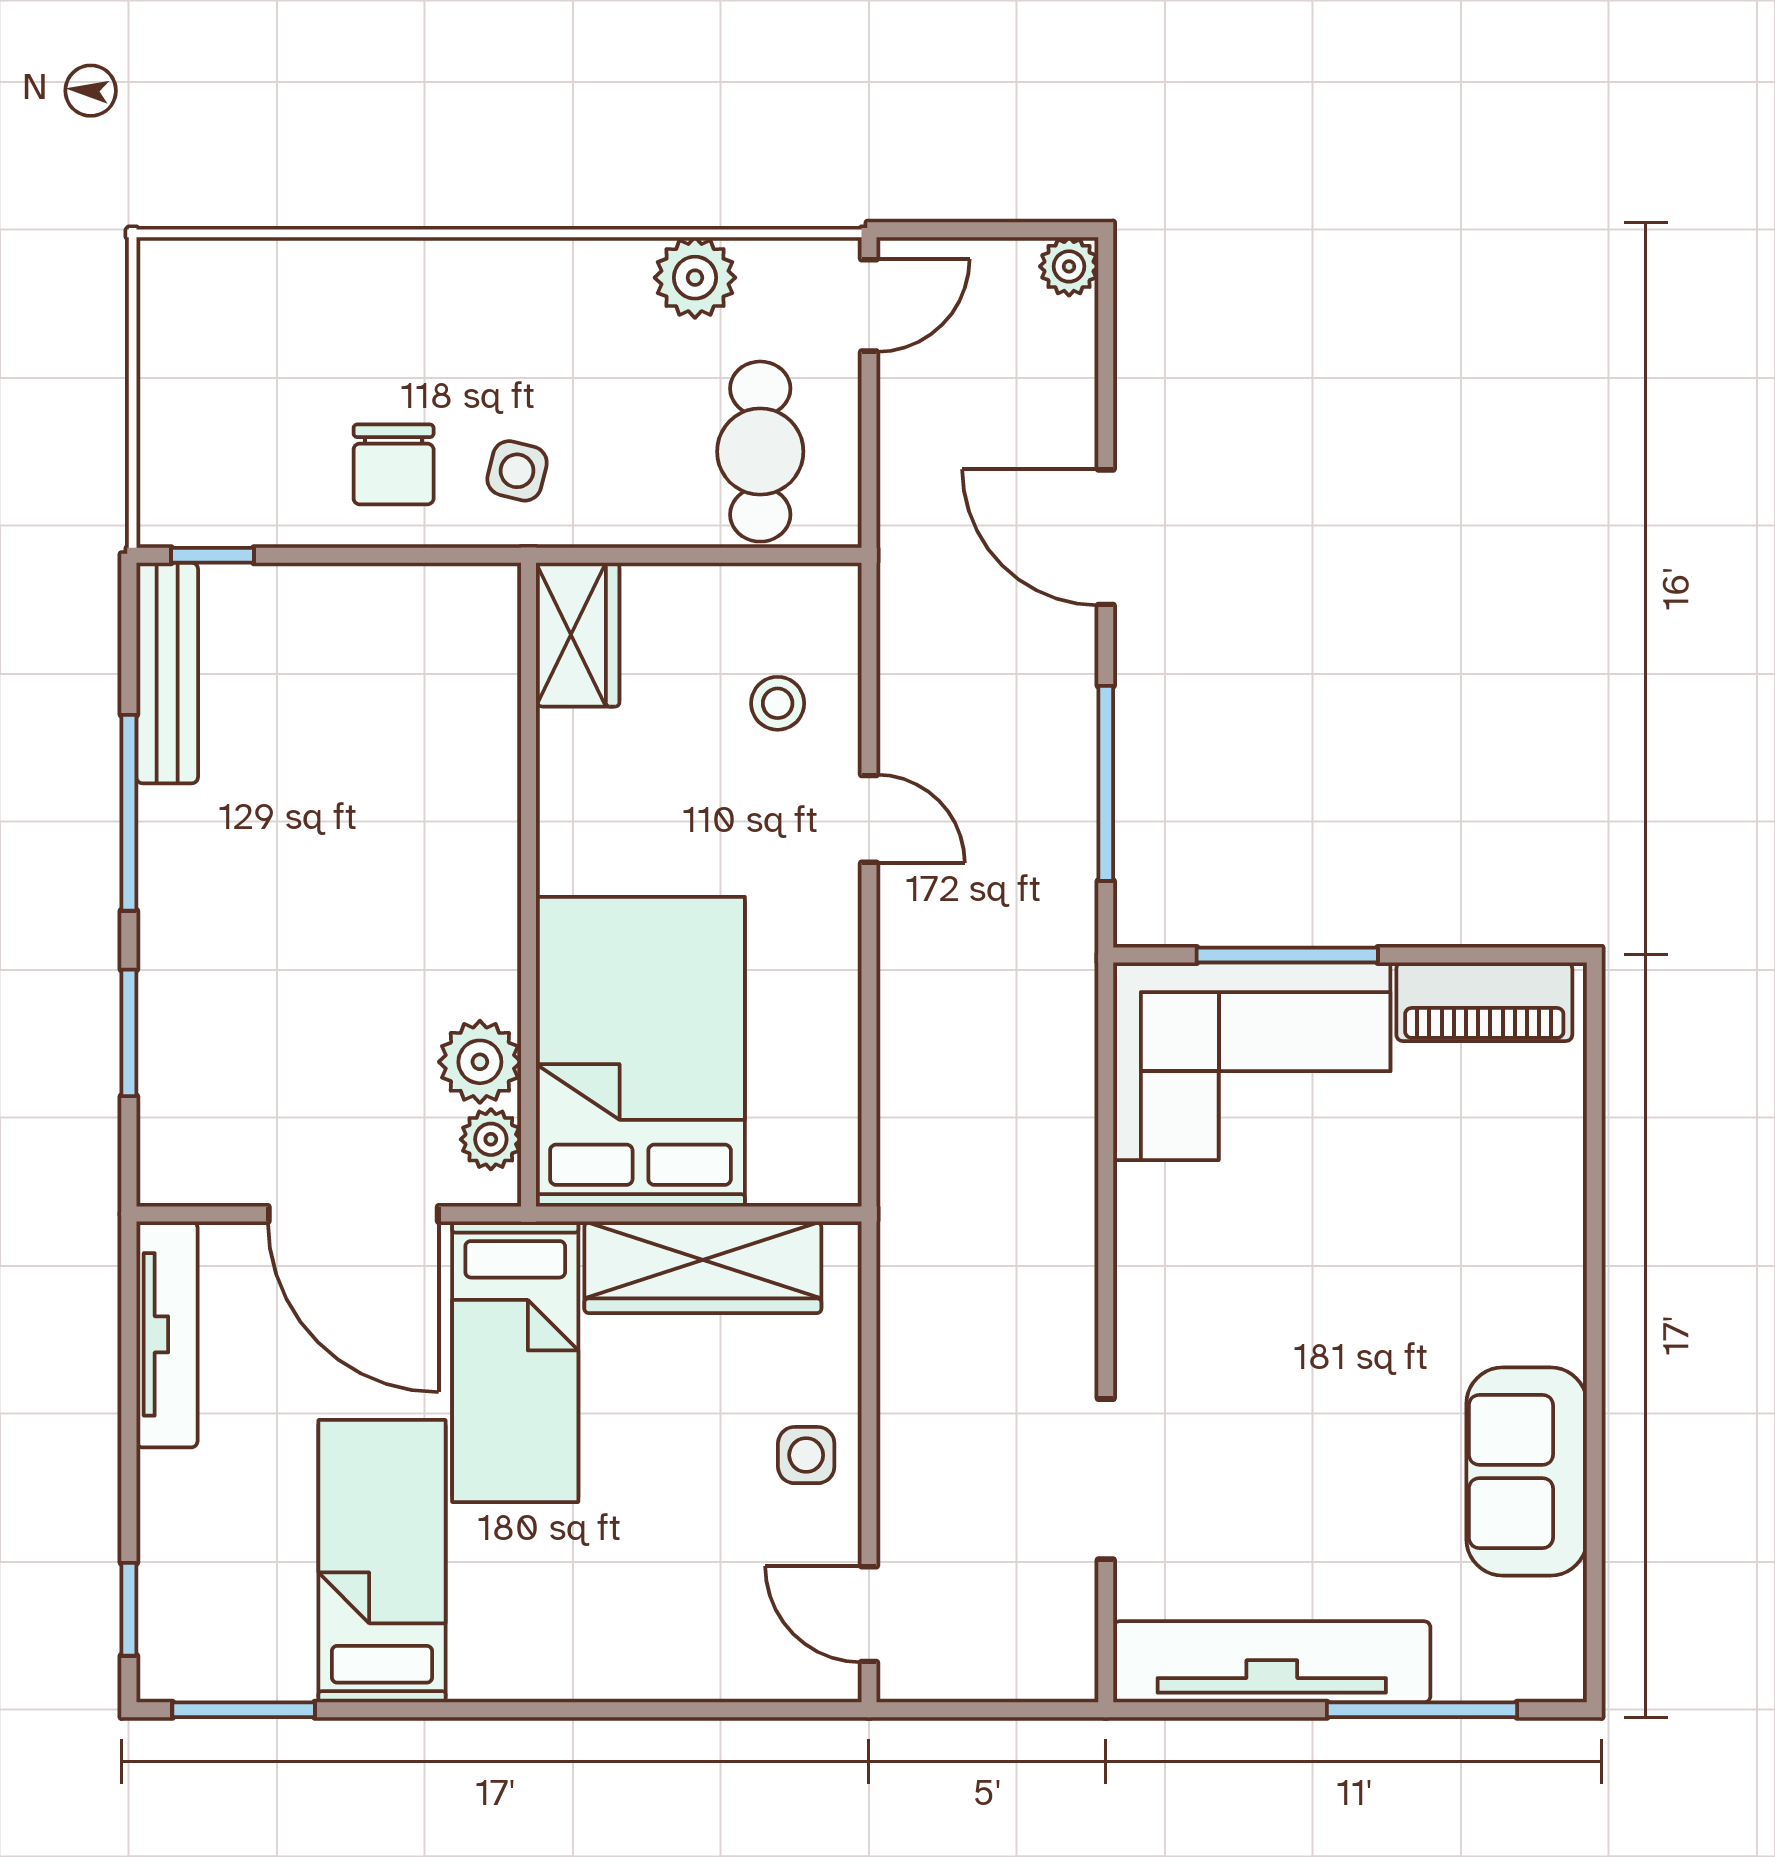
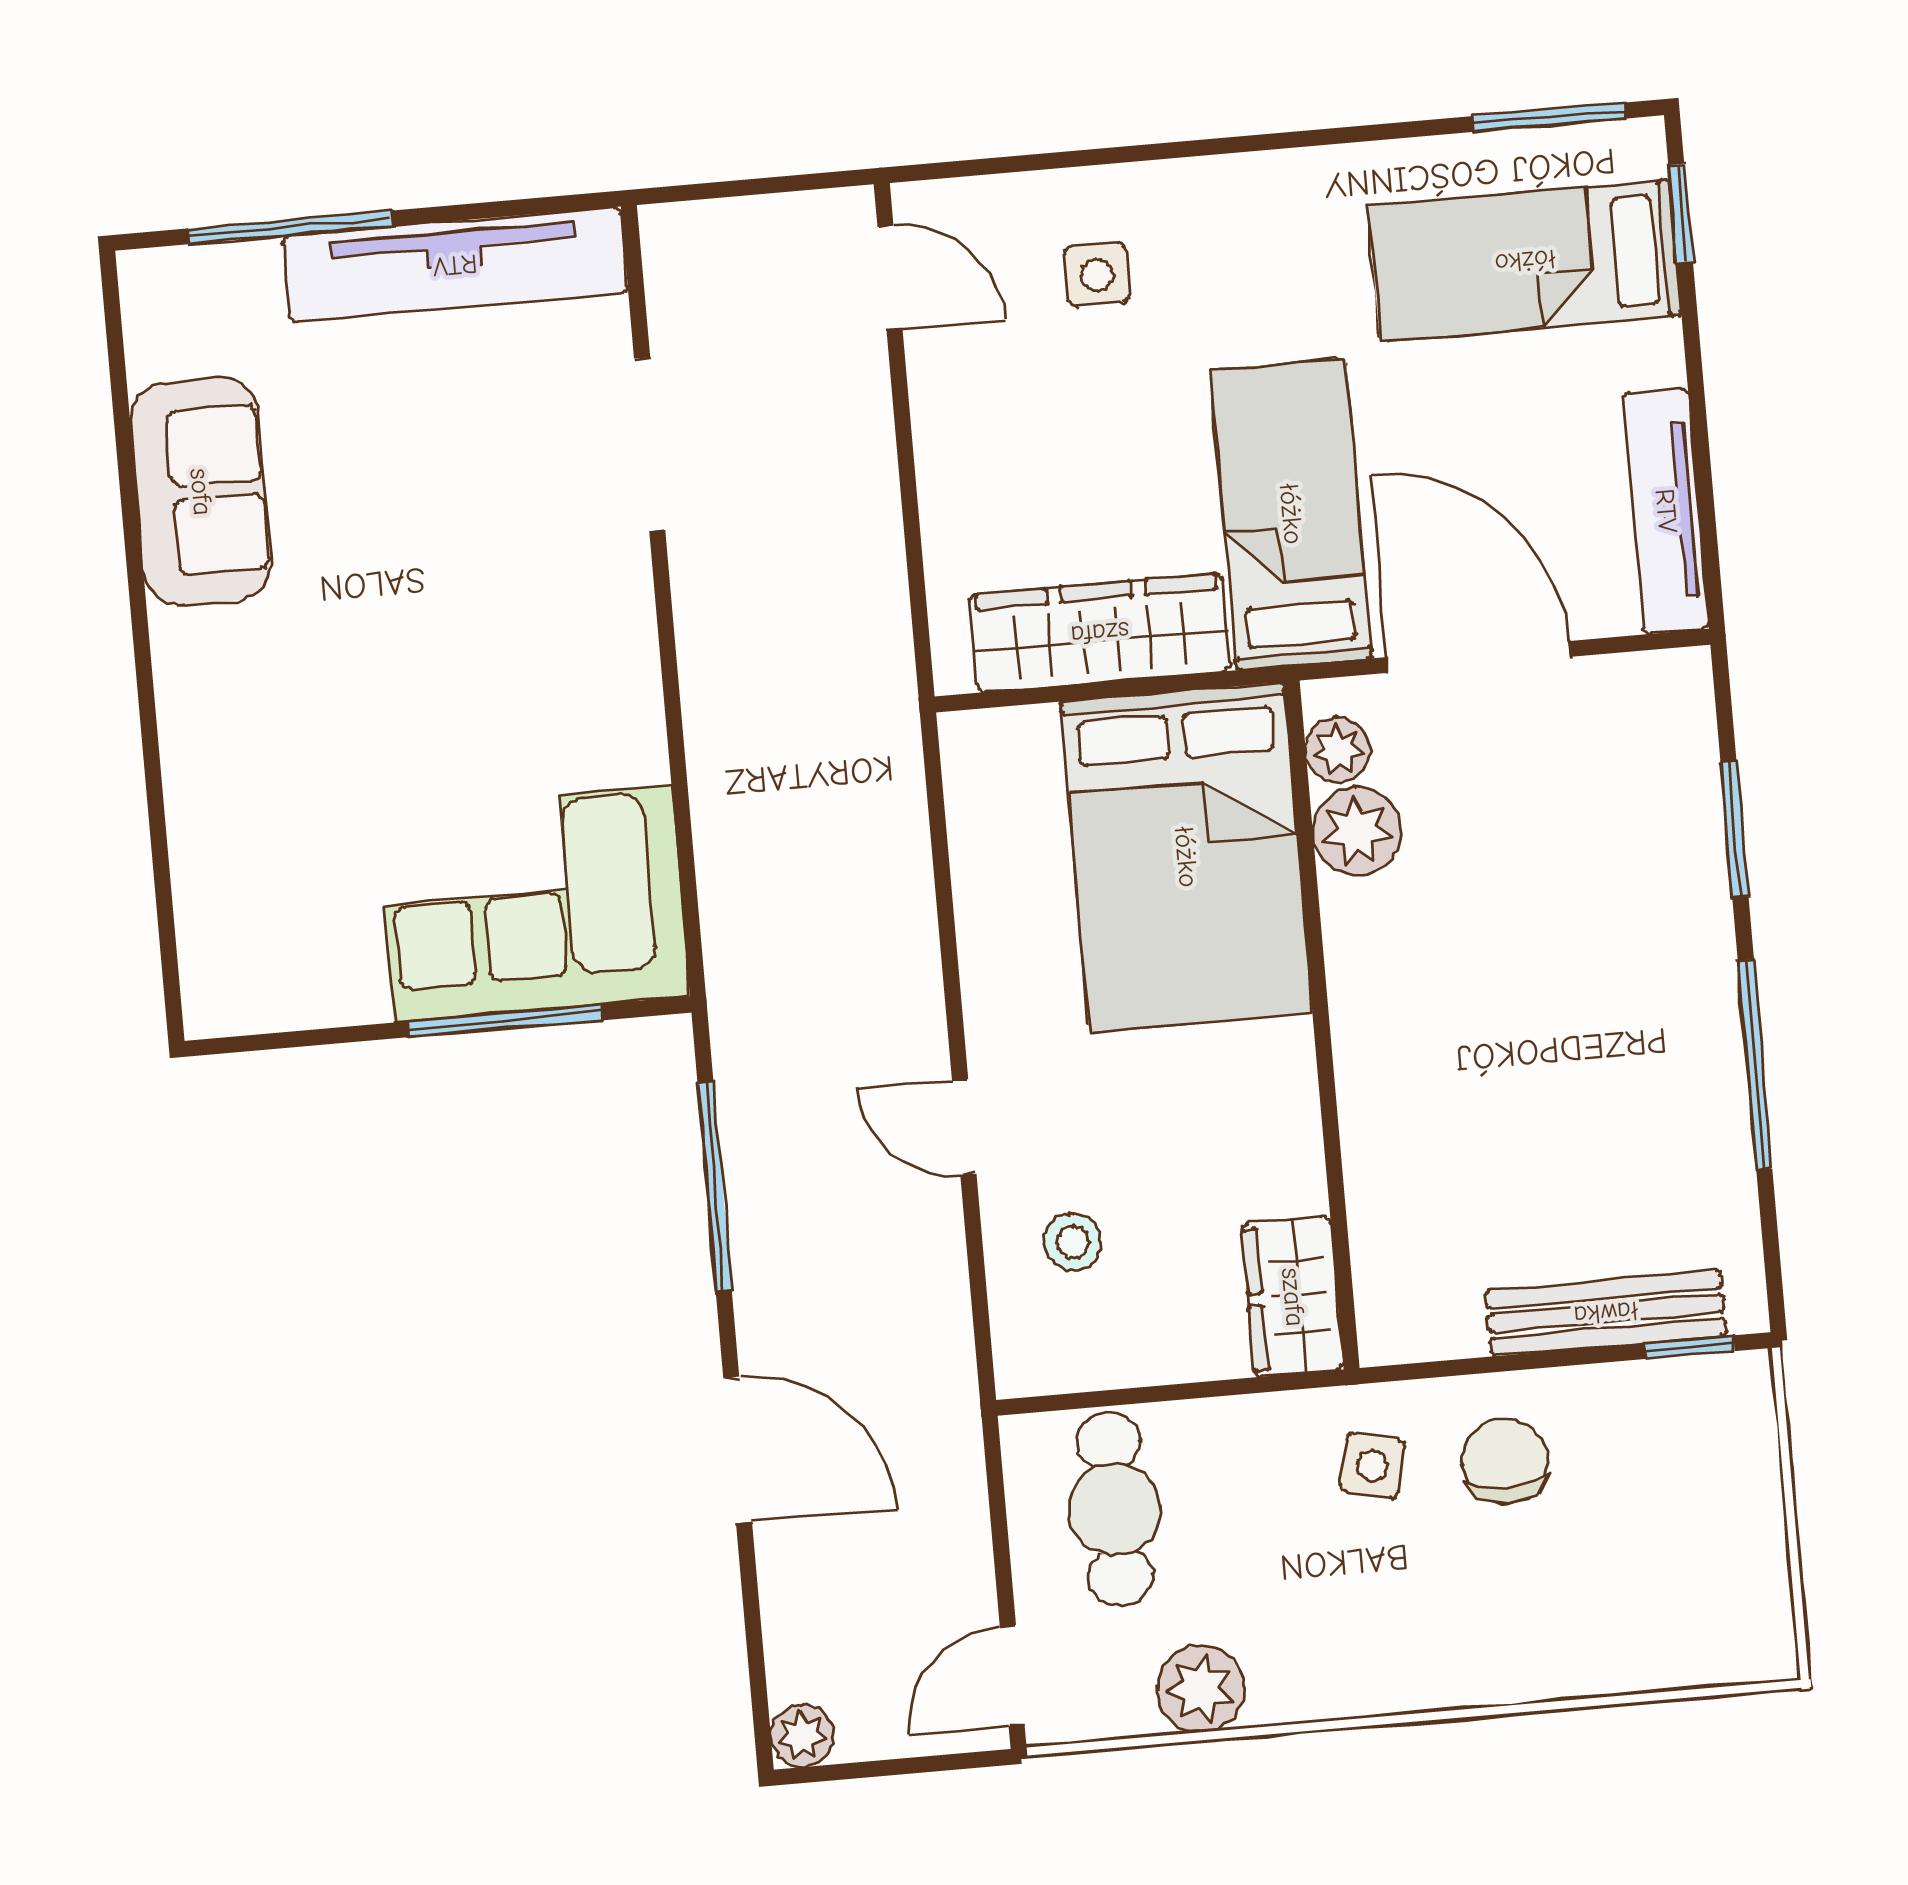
bench: (167, 673) -> (1606, 1313), moved, turned 90
piano: (1484, 1002) -> (290, 989), removed
side table: (806, 1455) -> (1097, 275), moved
bed: (382, 1561) -> (1525, 261), moved, turned 90

